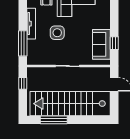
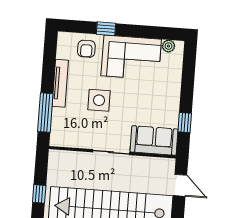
sofa: (101, 44) -> (154, 140), moved, turned 90
window: (23, 83) -> (39, 194), moved

